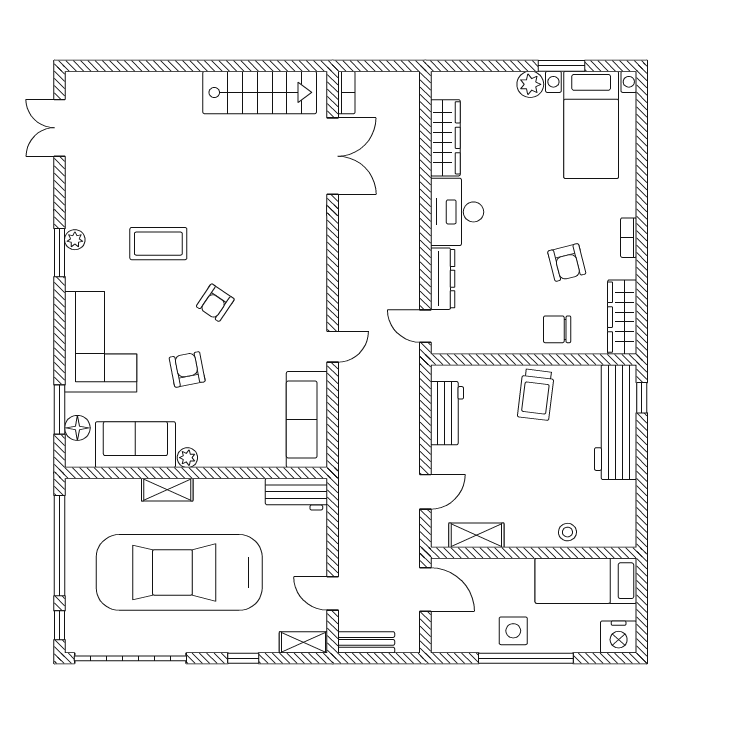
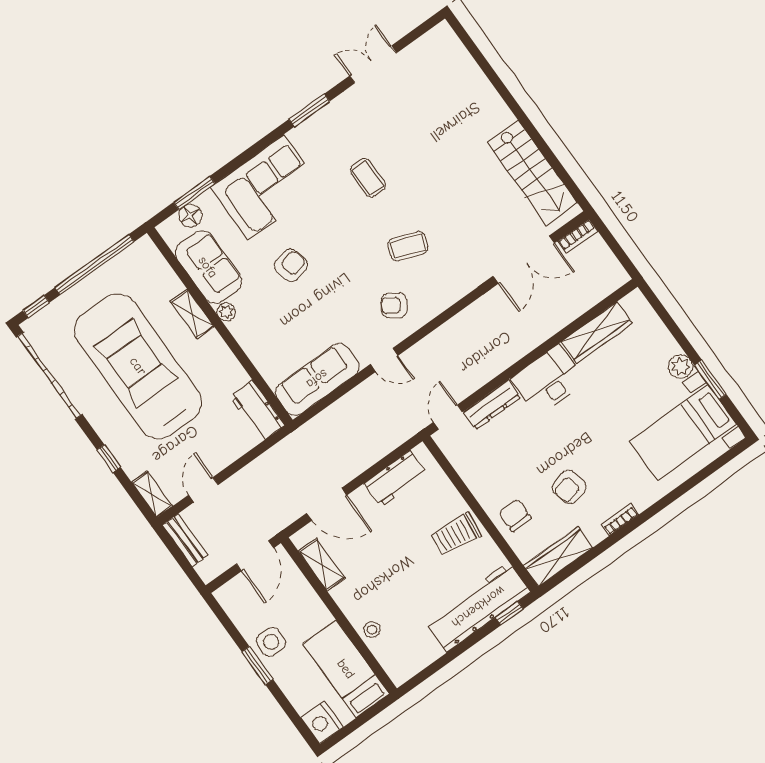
double door: (60, 128) -> (373, 64), moved
plant: (75, 240) -> (327, 115), removed
coffee table: (158, 244) -> (368, 178), width x0.73, depth x0.77
coffee table: (246, 252) -> (408, 246), added
armchair: (215, 303) -> (394, 305), moved
door: (425, 492) -> (327, 504), width x1.38
window: (526, 658) -> (257, 666), width x0.47

